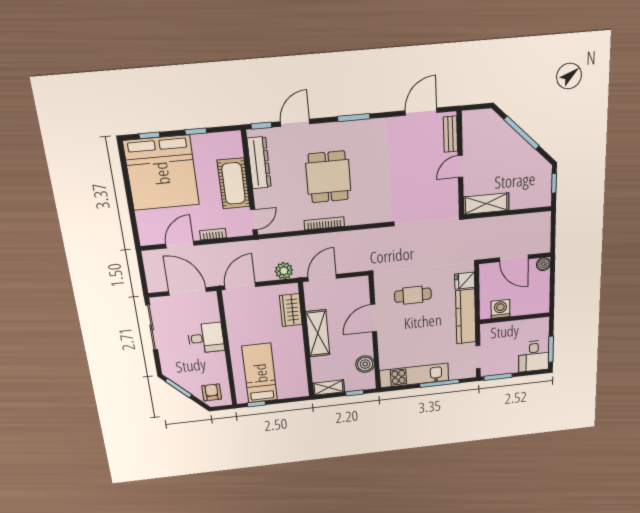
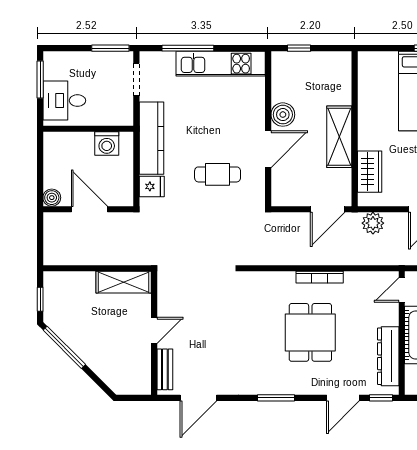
window: (522, 133) -> (64, 347), moved
desk: (534, 356) -> (64, 101), moved, turned -90
boiler: (365, 364) -> (283, 115), moved
shelving: (329, 388) -> (332, 60), removed

